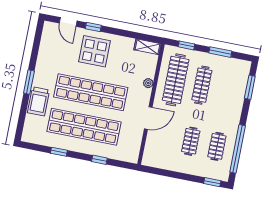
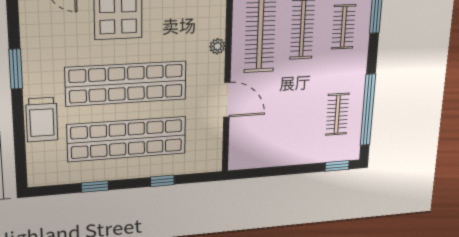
window: (29, 82) -> (16, 69), moved
door: (148, 118) -> (227, 100), hinge flipped
clothes rail: (191, 141) -> (344, 27), moved

